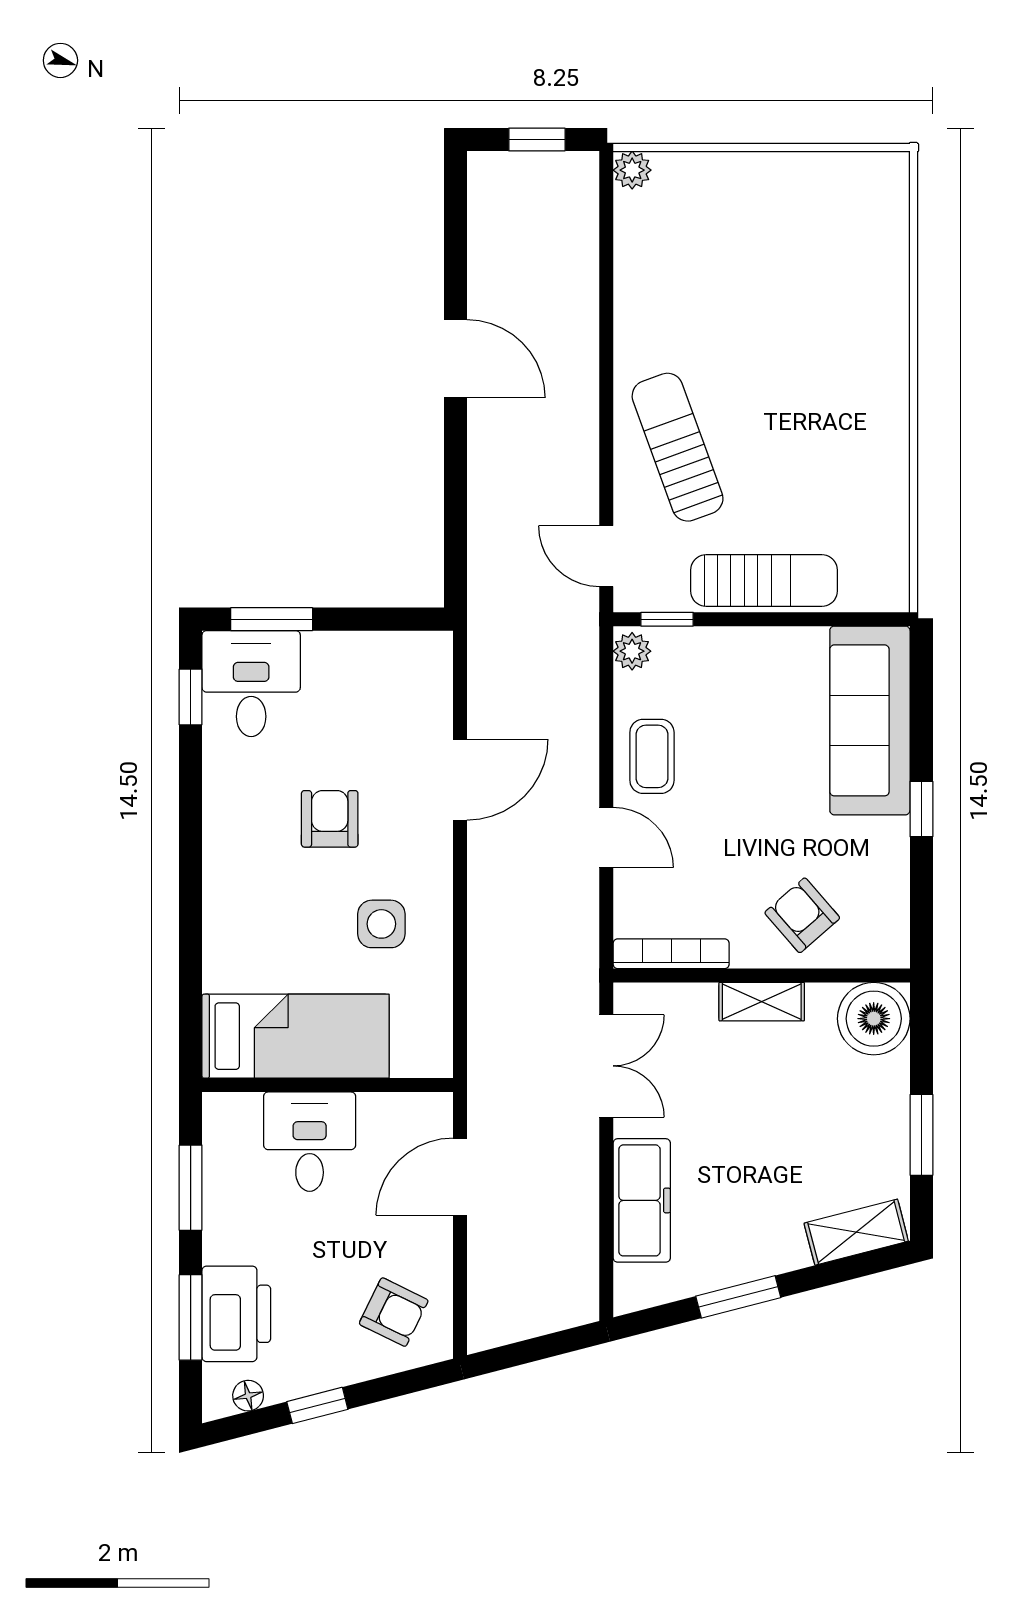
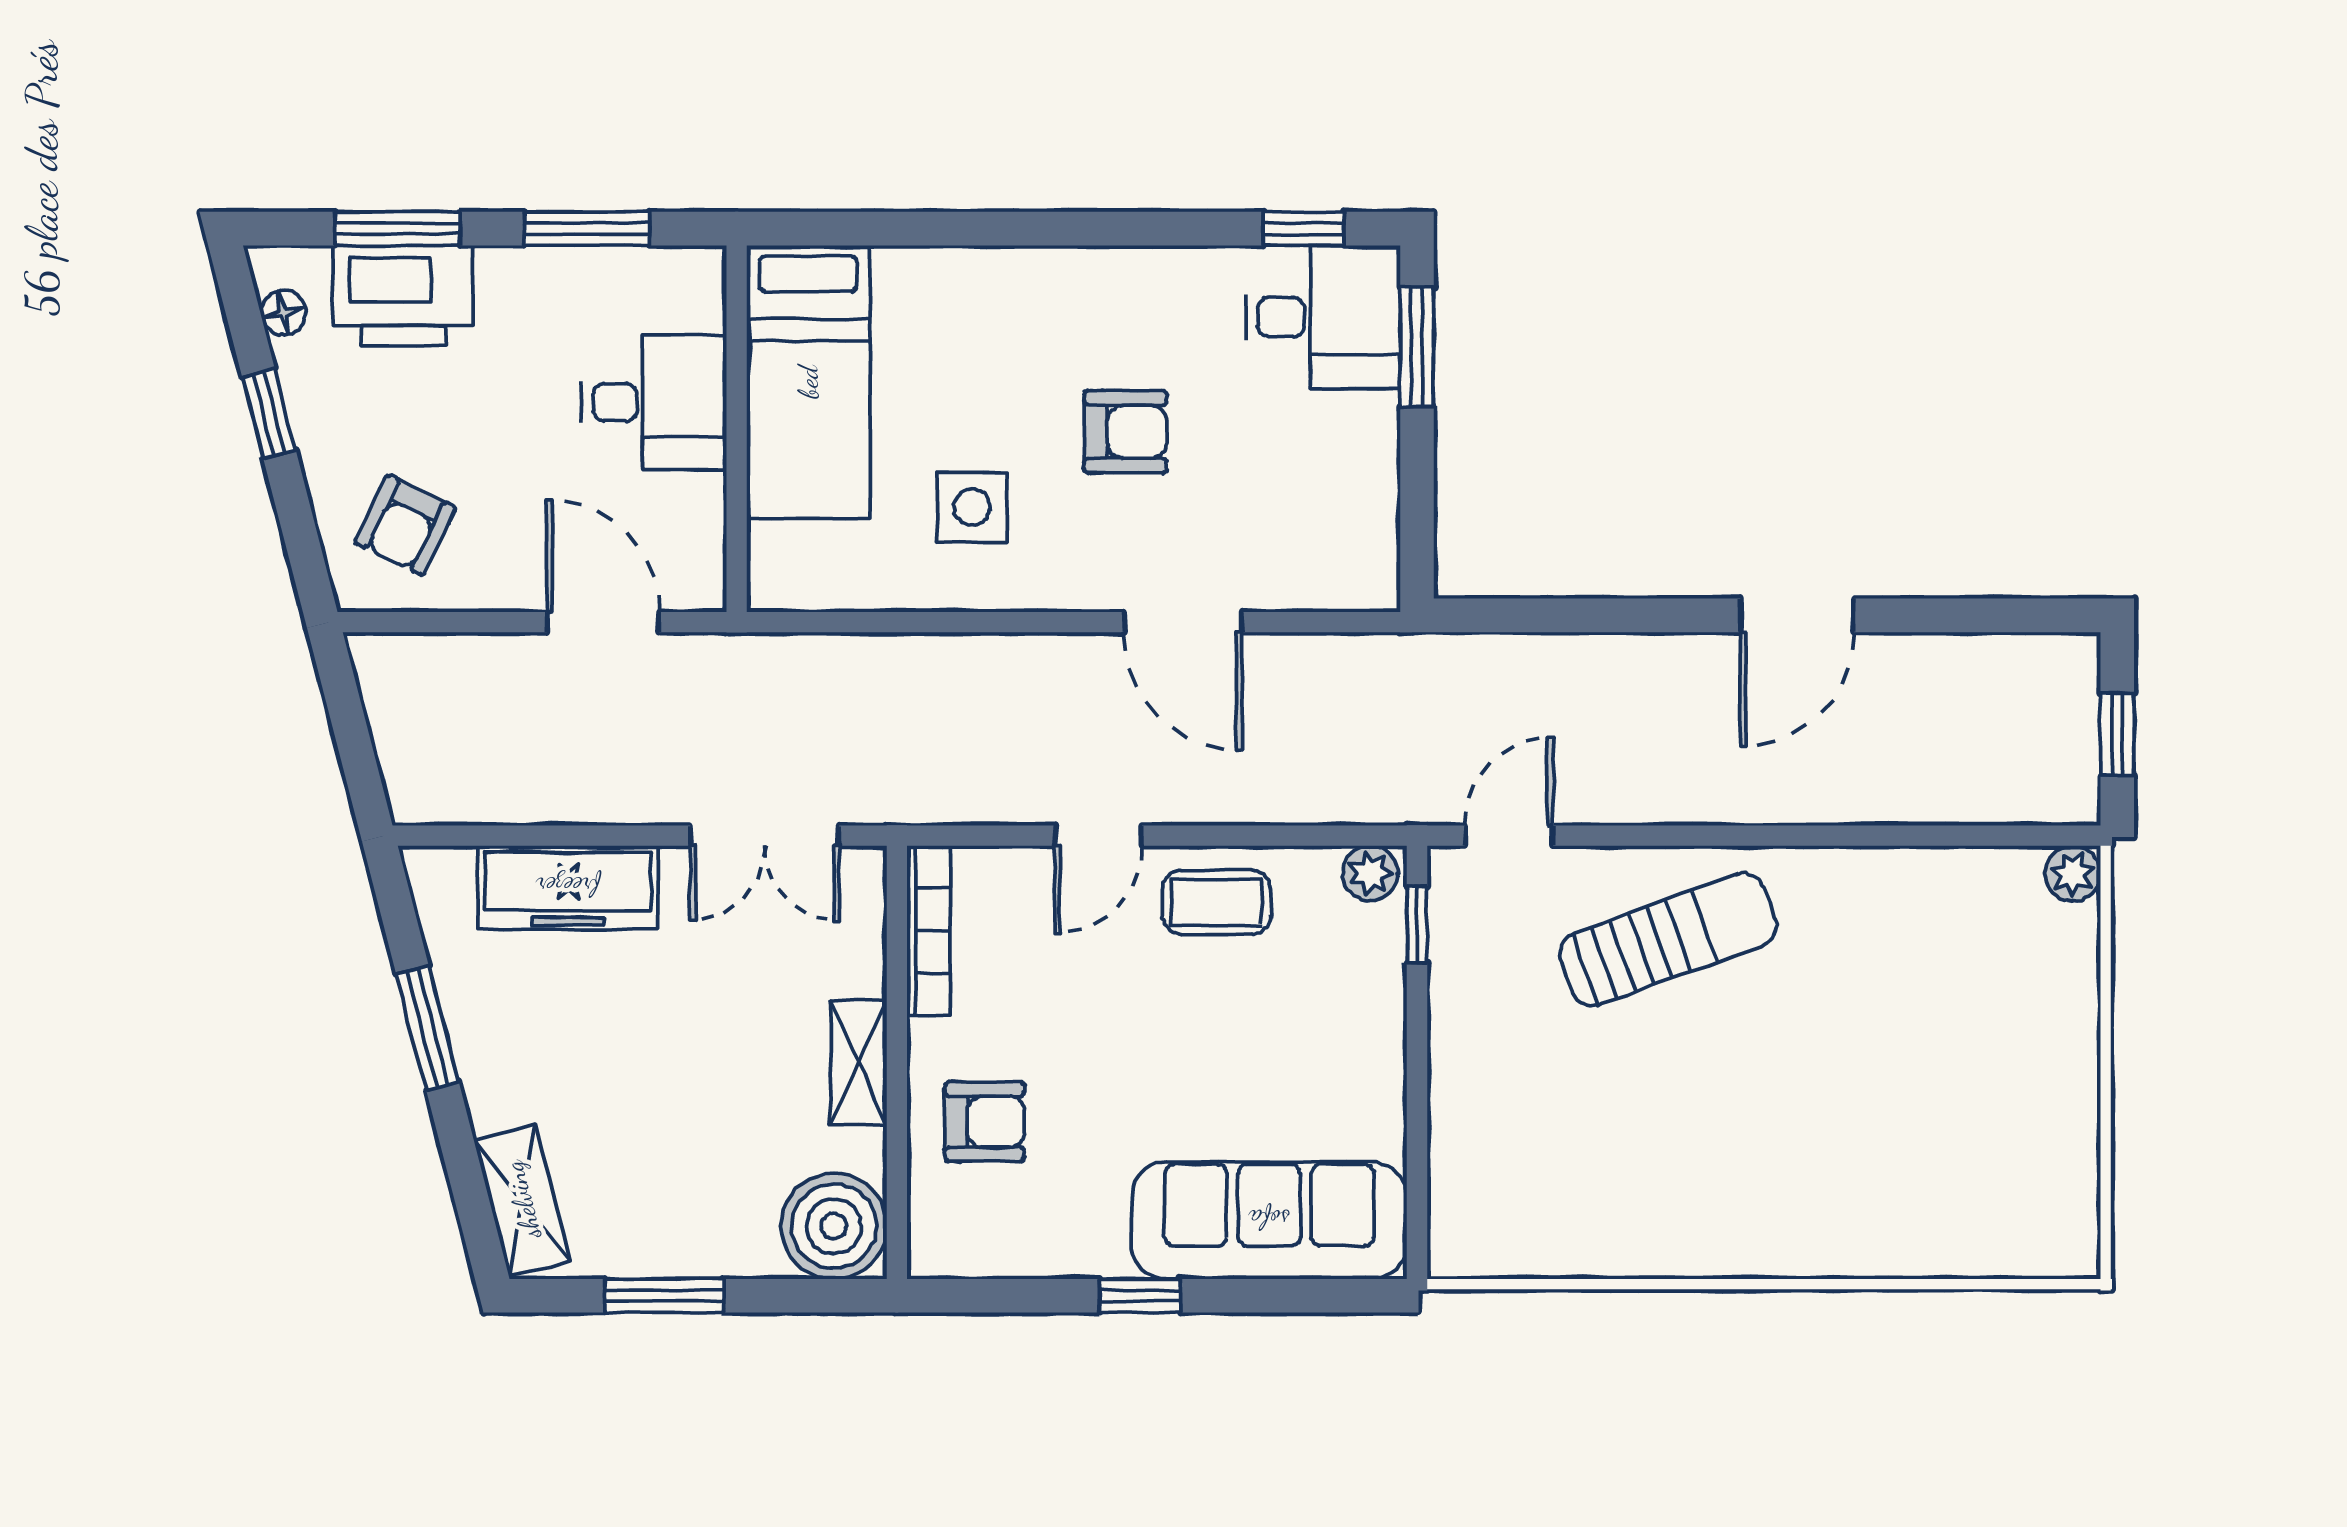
sun lounger: (764, 581) -> (1473, 1066), removed
armchair: (802, 915) -> (985, 1122), turned 41

